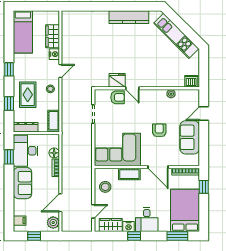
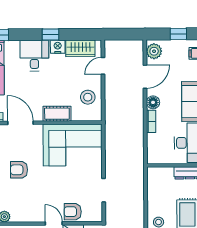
cot: (54, 121) -> (154, 181), removed
armchair: (159, 130) -> (19, 170), turned 90
floor lamp: (54, 153) -> (153, 102), moved

